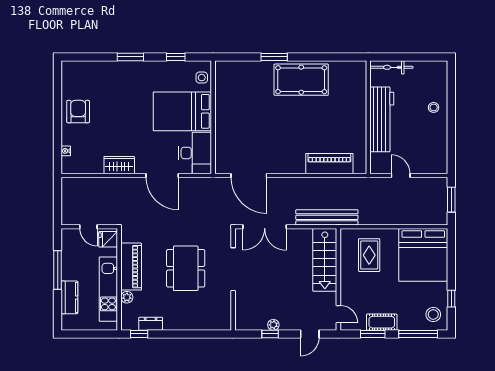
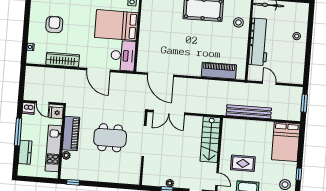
stool: (351, 95) -> (238, 22), added
armchair: (78, 112) -> (54, 25), moved
wardrobe: (119, 165) -> (63, 60), width x1.50
bench: (327, 217) -> (249, 112), moved
dishwasher: (69, 236) -> (28, 108), added
rug: (369, 255) -> (243, 163), moved, turned 90
bed: (423, 255) -> (286, 142), width x0.73
dining table: (186, 268) -> (110, 138), turned 90
dresser: (151, 324) -> (82, 176), removed

